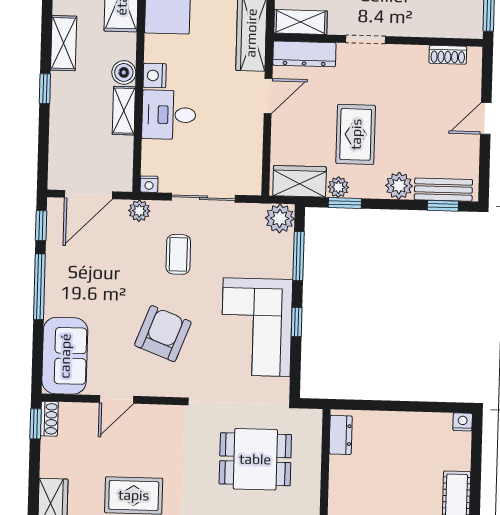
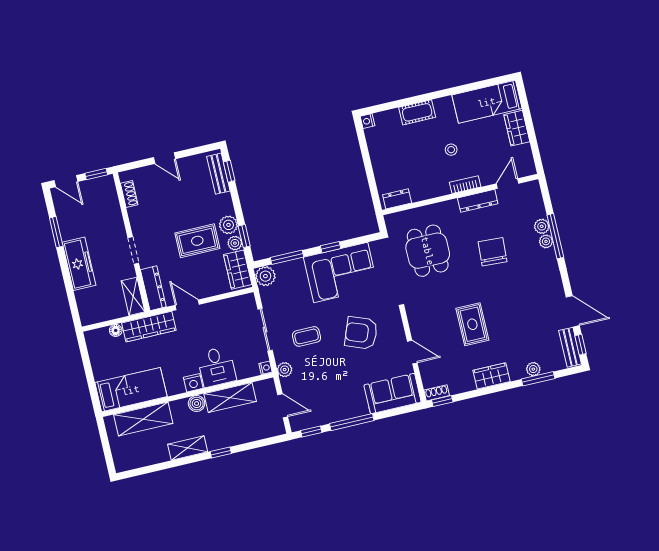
shelving: (124, 111) -> (230, 398), width x1.50, depth x1.33
plant: (399, 186) -> (228, 225), moved
door: (88, 195) -> (283, 406), width x0.73

